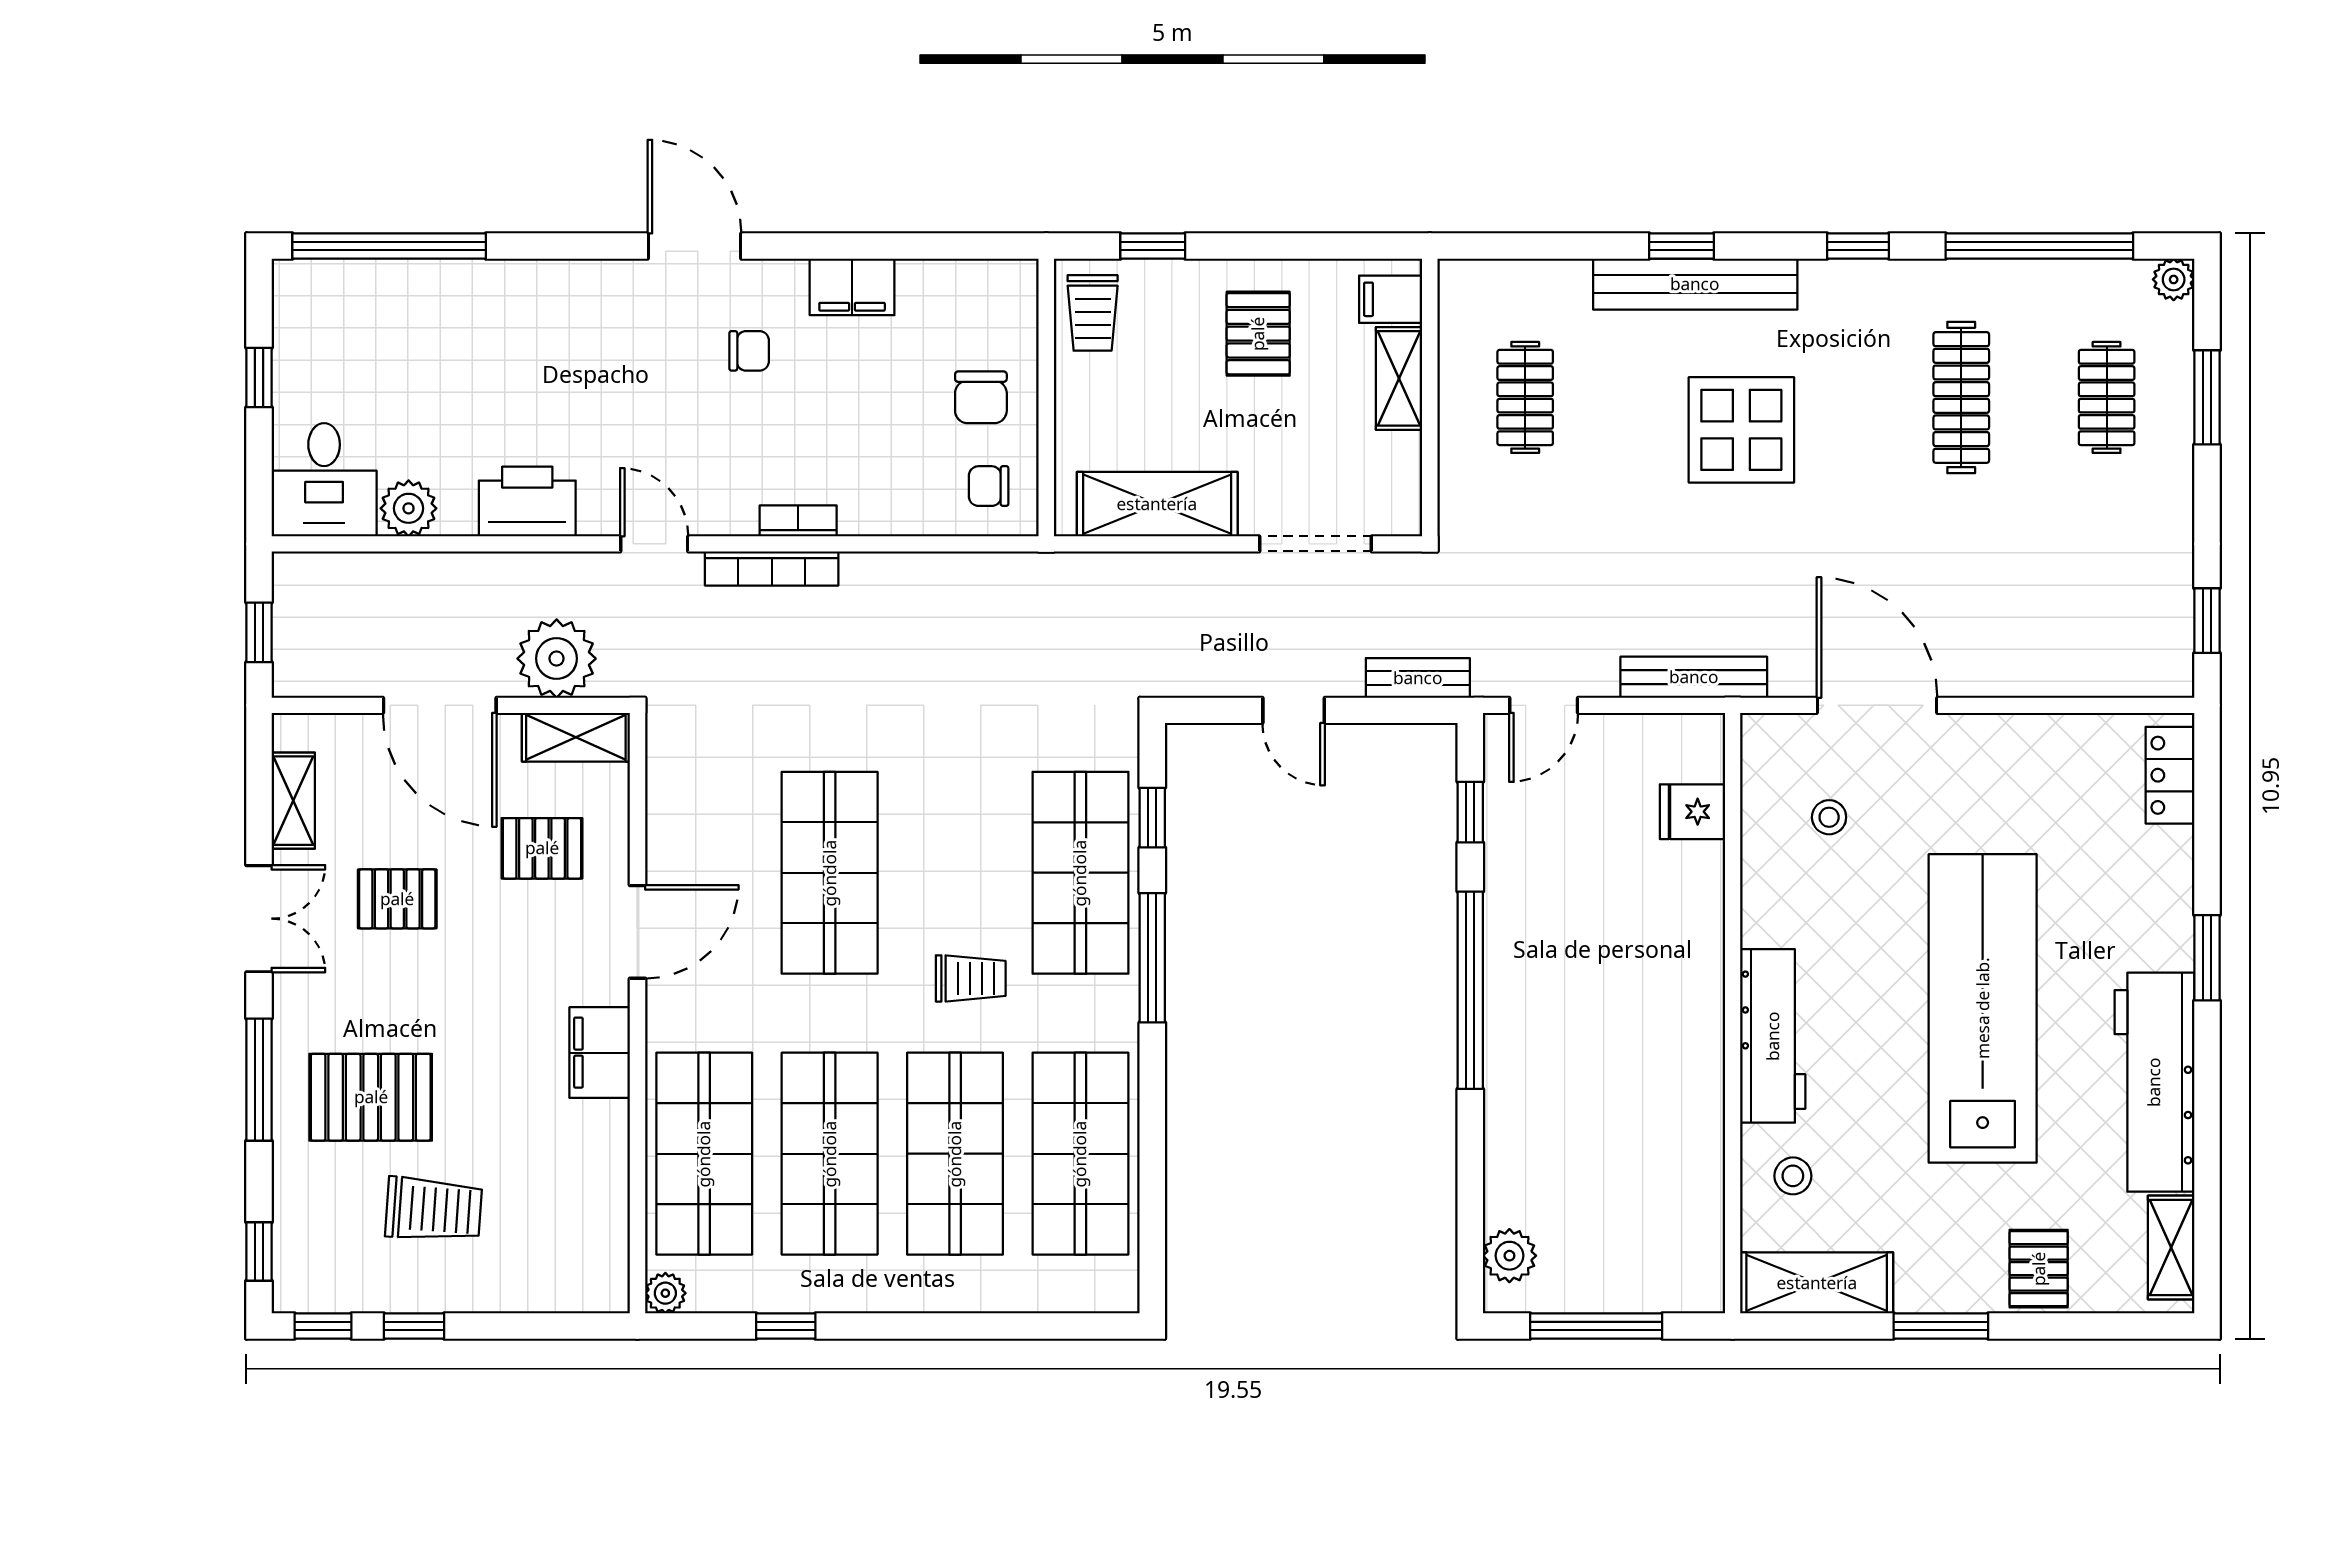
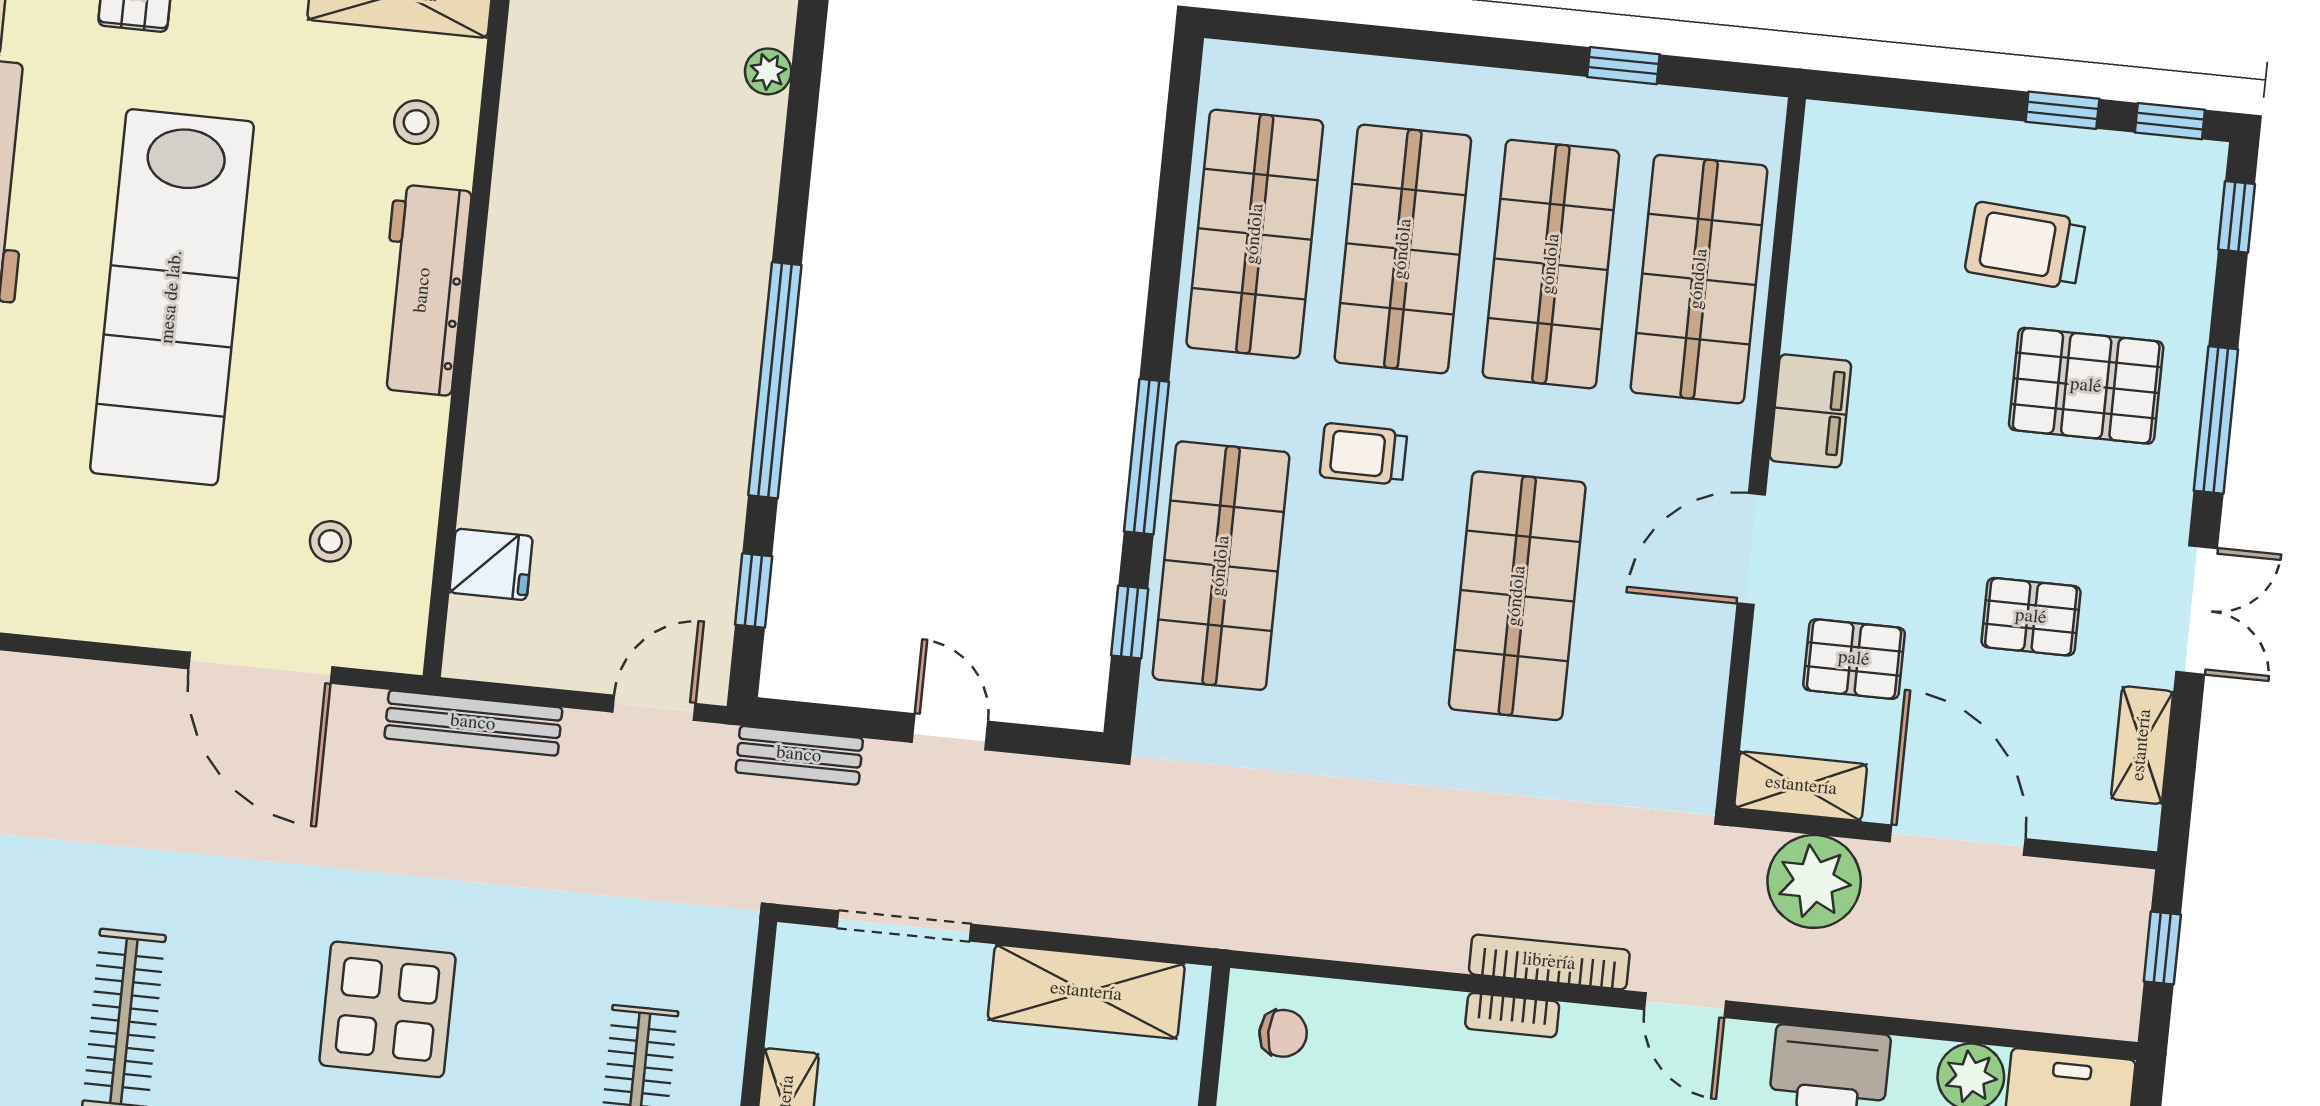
double door: (259, 919) -> (2197, 610), swing flipped
plant: (1509, 1256) -> (768, 71), width x0.73, depth x0.73
plant: (665, 1293) -> (1762, 119), removed

